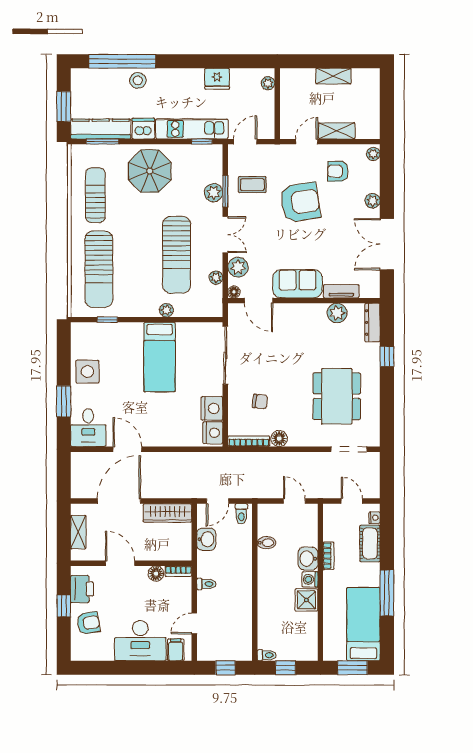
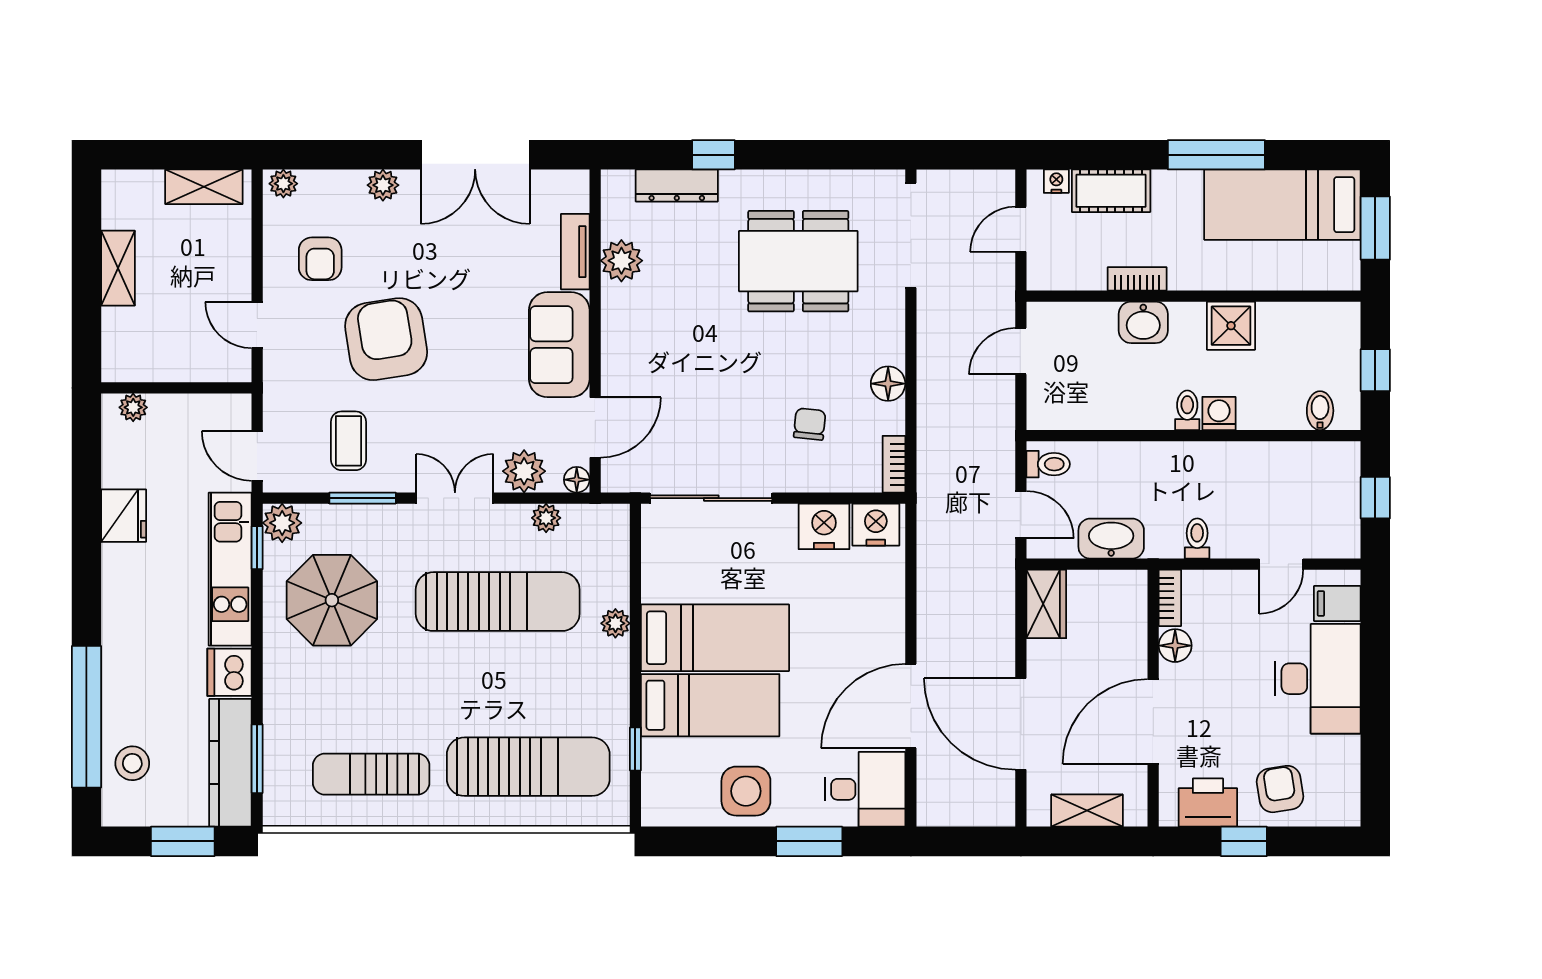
stool: (138, 80) -> (132, 763), moved
shelving: (337, 131) -> (204, 187), moved, turned 90
parasol: (150, 171) -> (332, 600), moved
plant: (214, 193) -> (282, 523), moved
dresser: (372, 323) -> (677, 185), moved
bed: (128, 355) -> (710, 705), added
bookcase: (249, 441) -> (894, 464), width x0.64
door: (127, 449) -> (911, 706), width x1.36
doorway: (349, 449) -> (911, 235), width x1.36
wardrobe: (167, 513) -> (1046, 604), width x0.67
washbasin: (206, 539) -> (1111, 539), width x1.38
bidet: (266, 543) -> (1320, 411), moved
door: (120, 563) -> (1153, 722), width x1.36
washing machine: (310, 579) -> (1219, 413), moved, turned 180
door: (194, 623) -> (1281, 564), hinge flipped
toilet: (267, 655) -> (1187, 410), moved

